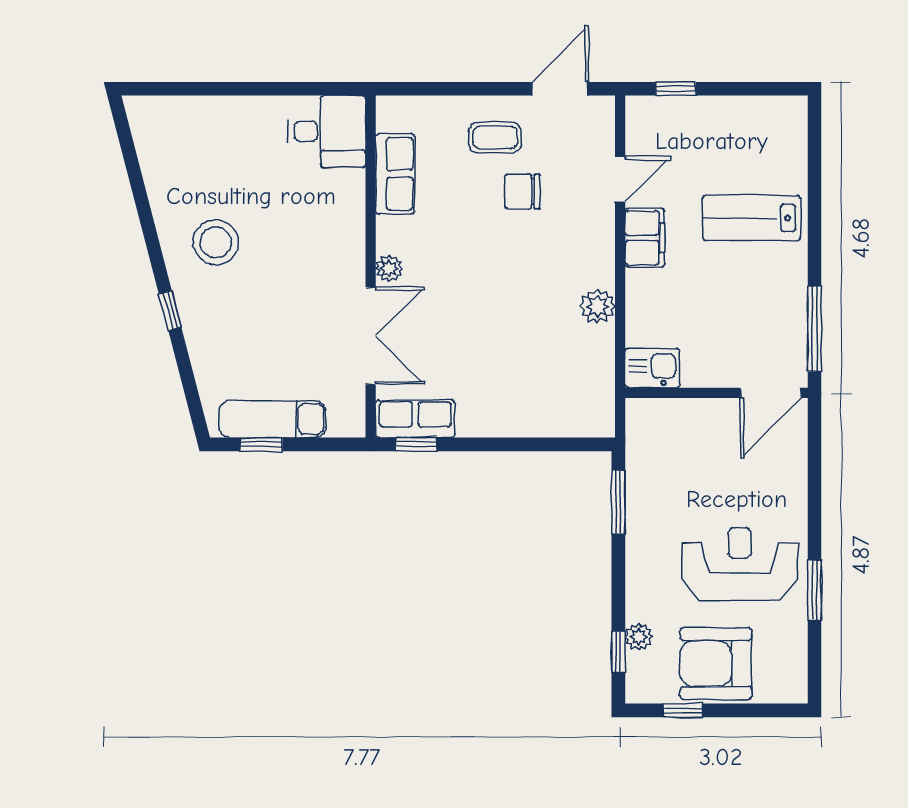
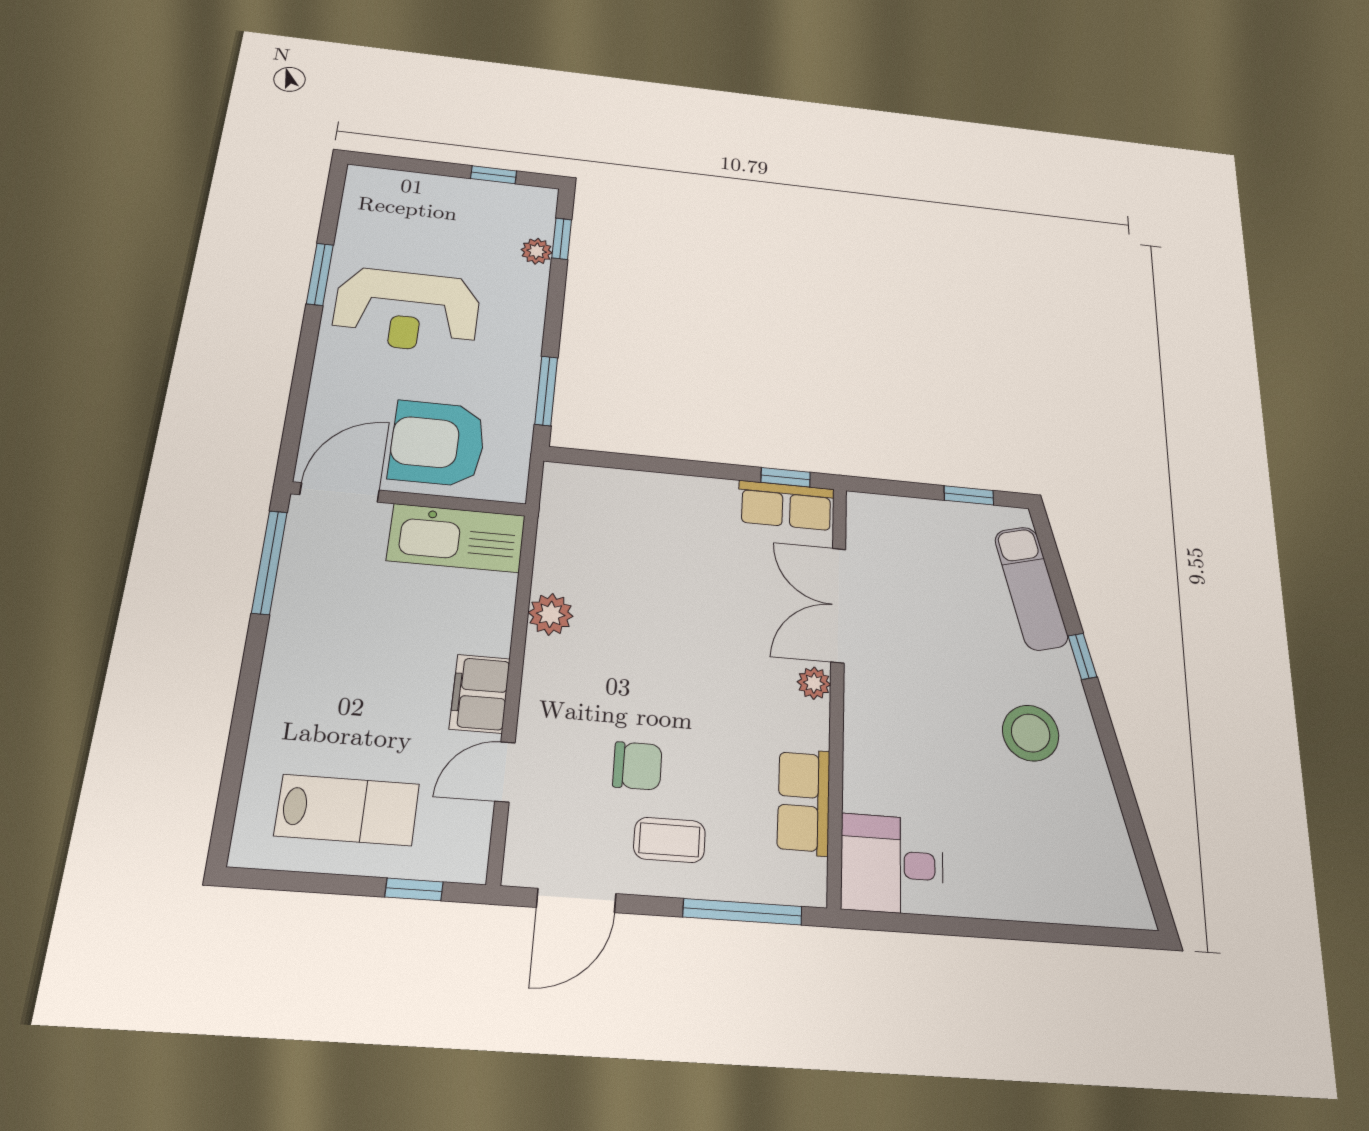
window: (438, 89) -> (743, 912), added
lab bench: (752, 218) -> (347, 810), moved
kitchen sink: (652, 368) -> (456, 538), width x1.88, depth x1.24
exam couch: (272, 419) -> (1031, 588), moved, turned 75
armchair: (716, 664) -> (438, 443), moved, turned 180

